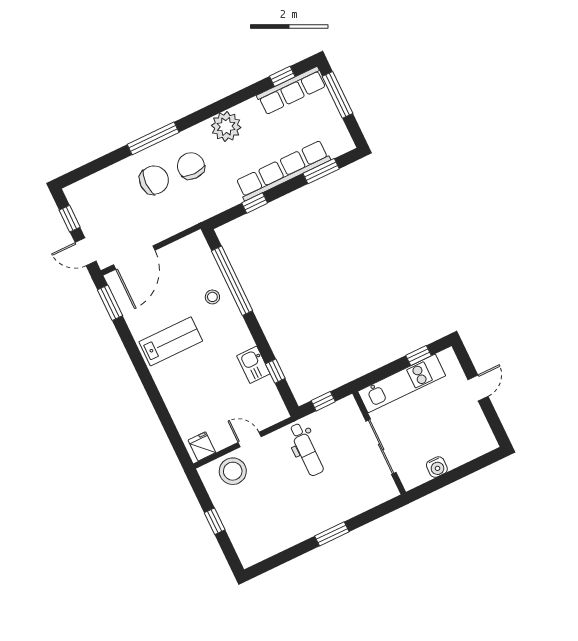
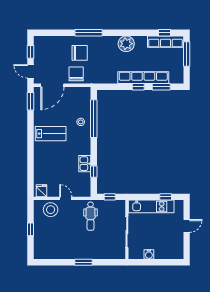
chair: (191, 166) -> (76, 74), moved
window: (255, 203) -> (138, 87), moved

